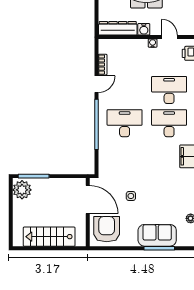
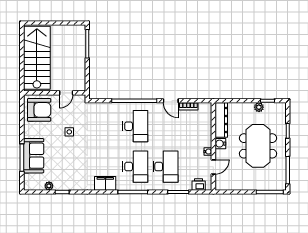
plant: (22, 190) -> (75, 33), removed
door: (88, 200) -> (66, 93), width x0.53
stairs: (49, 237) -> (37, 58), width x1.36, depth x1.51

